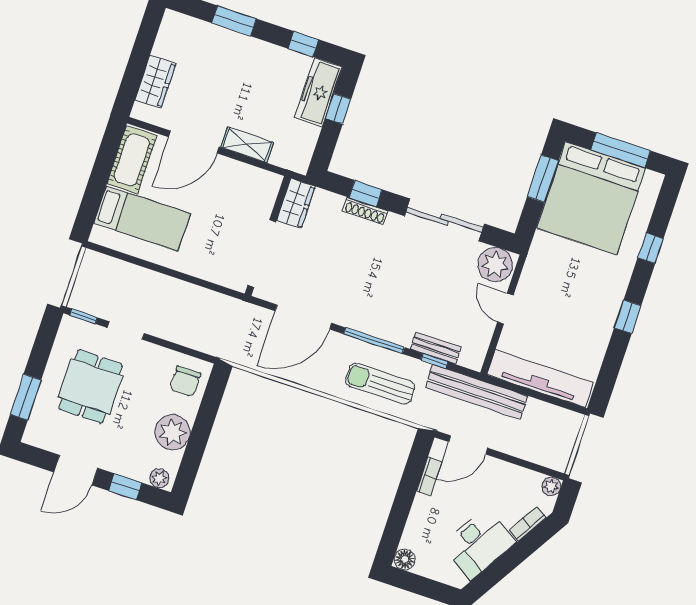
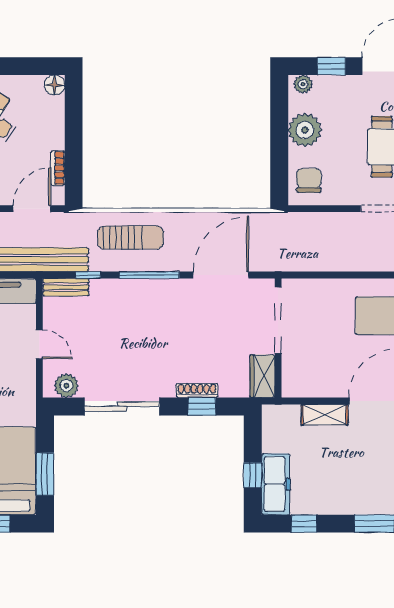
plant: (495, 265) -> (66, 386), width x0.73, depth x0.73
bench: (436, 348) -> (66, 287), moved

